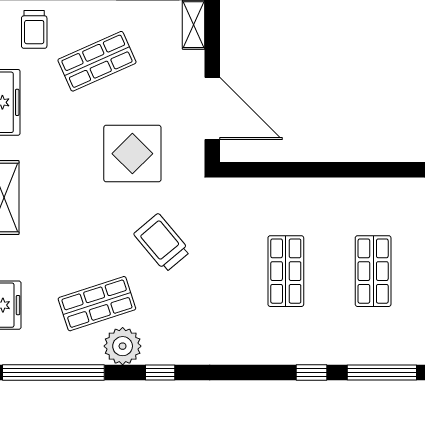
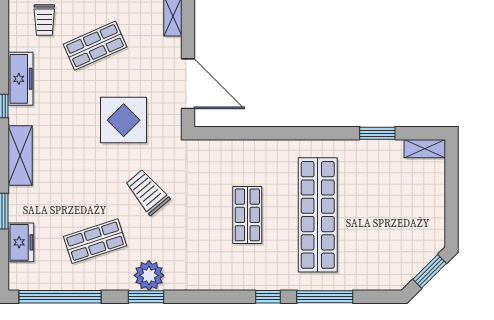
shop shelf: (373, 271) -> (318, 215), width x2.00, depth x1.36
plant: (123, 346) -> (149, 275), moved
window: (160, 372) -> (146, 297), width x1.50

